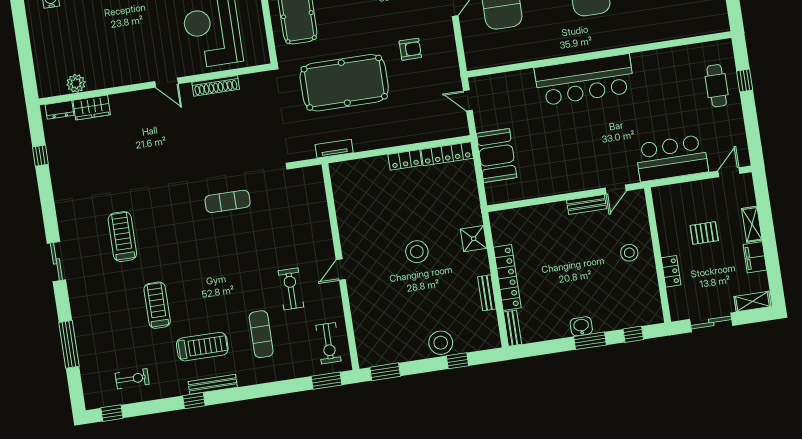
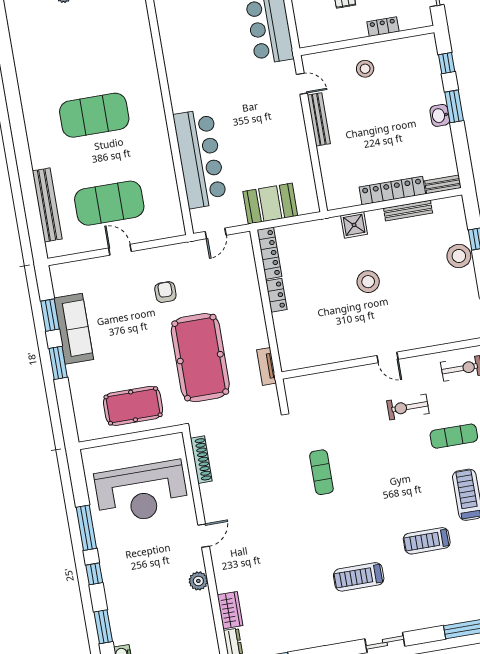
bar counter: (584, 80) -> (200, 159), moved
plant: (76, 83) -> (198, 581), moved
shoe rack: (216, 86) -> (201, 460), moved
bench: (586, 205) -> (319, 119), width x1.36
bench: (487, 293) -> (408, 211), width x1.36

